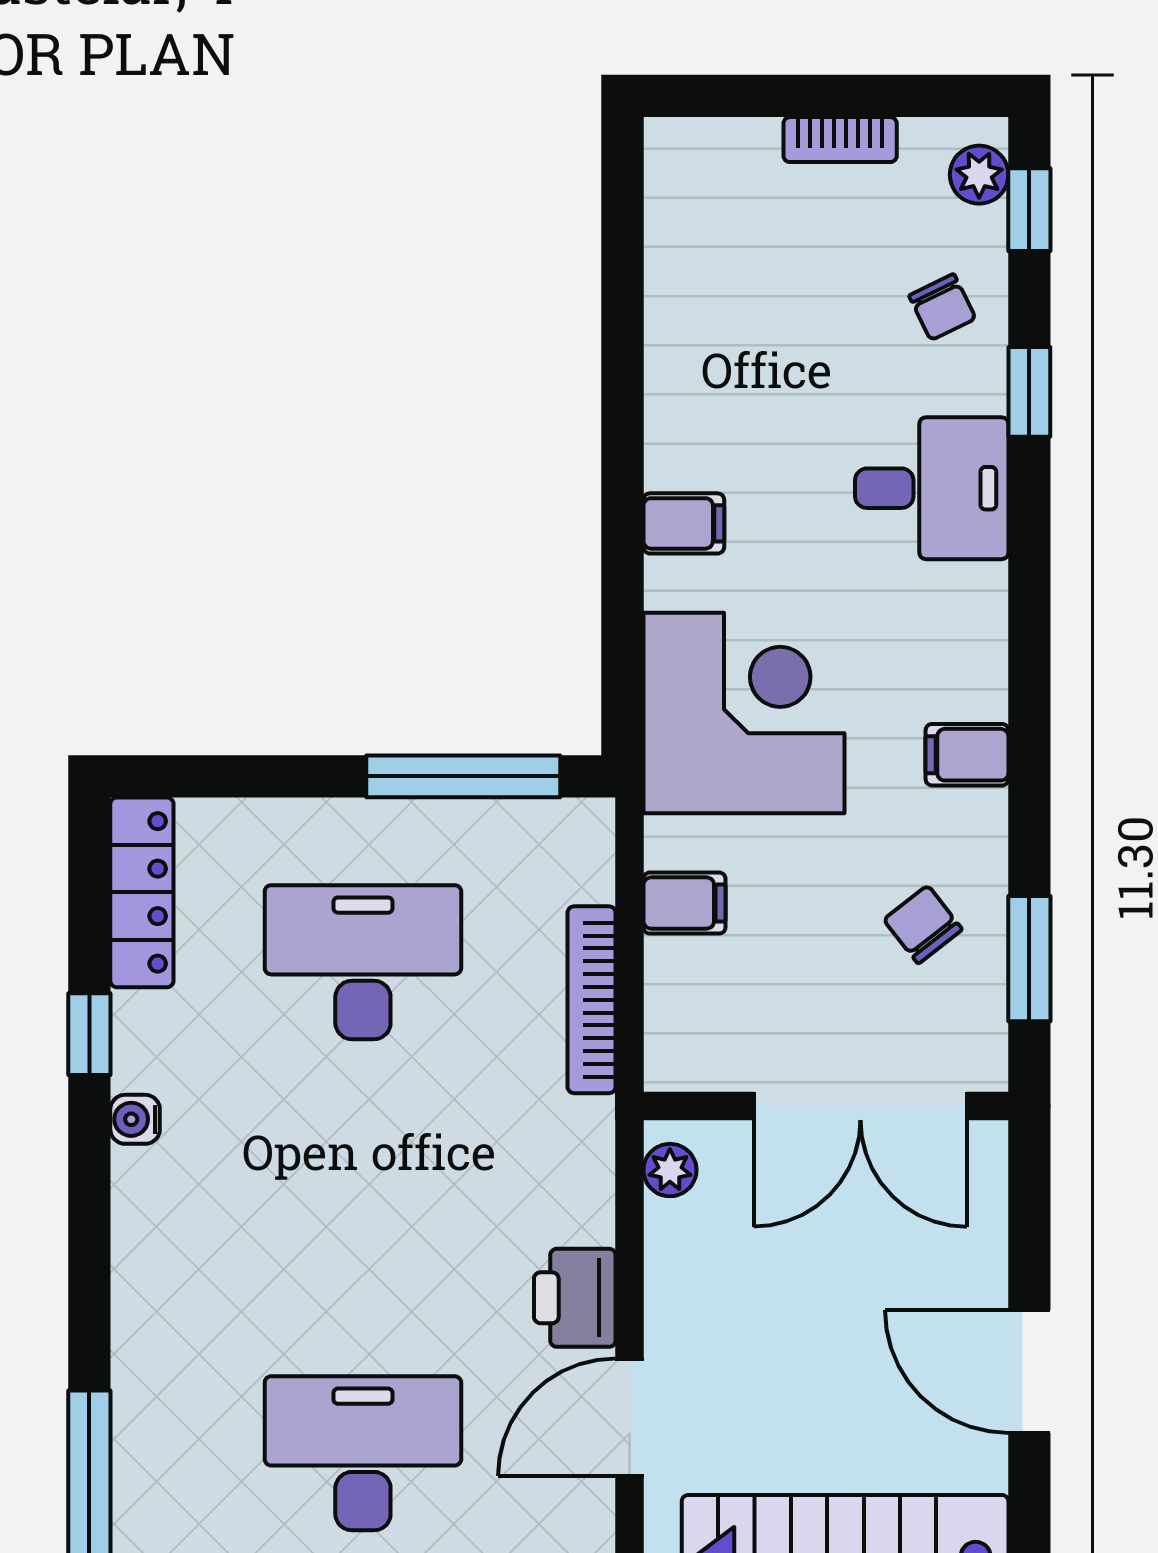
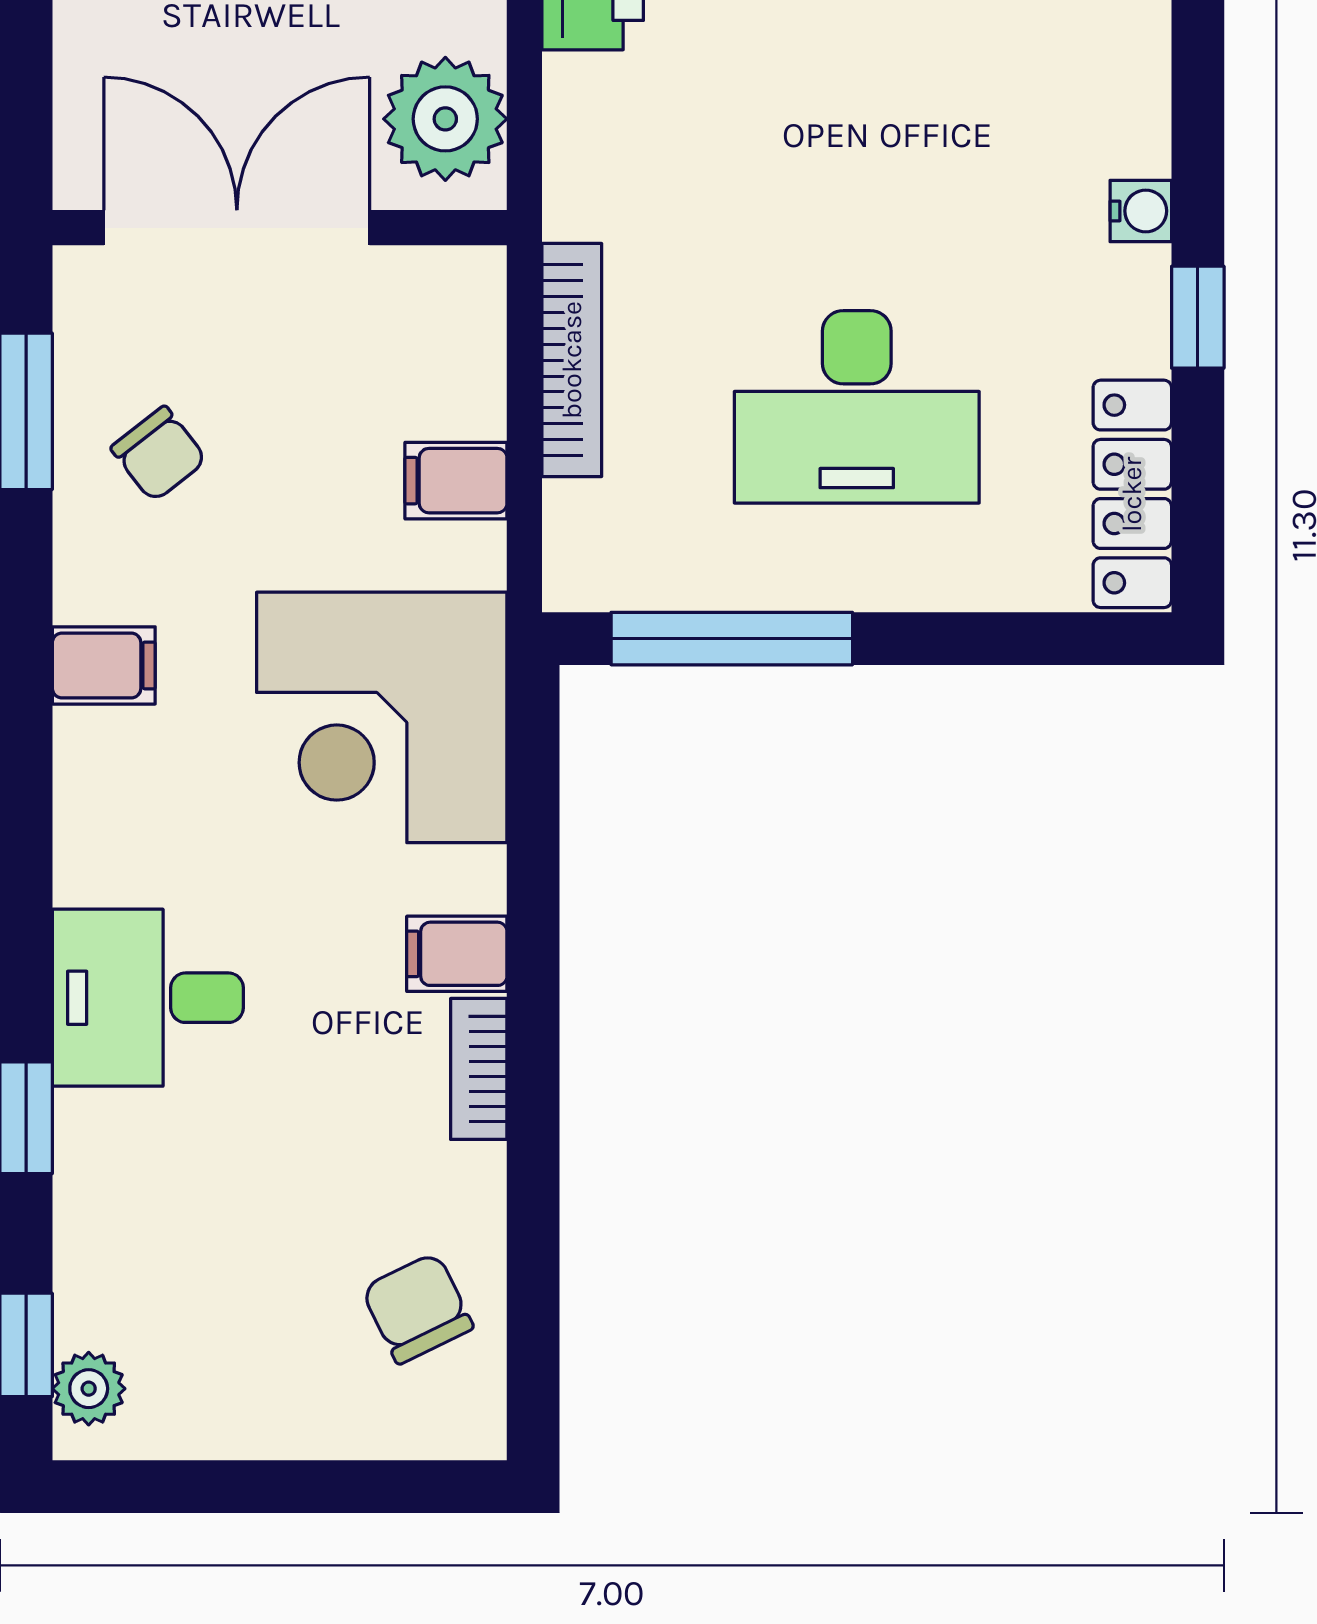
bookcase: (840, 140) -> (479, 1069), moved, turned -90
chair: (942, 307) -> (417, 1308), moved, width x1.37, depth x1.37
plant: (670, 1170) -> (445, 119), width x1.88, depth x1.88

